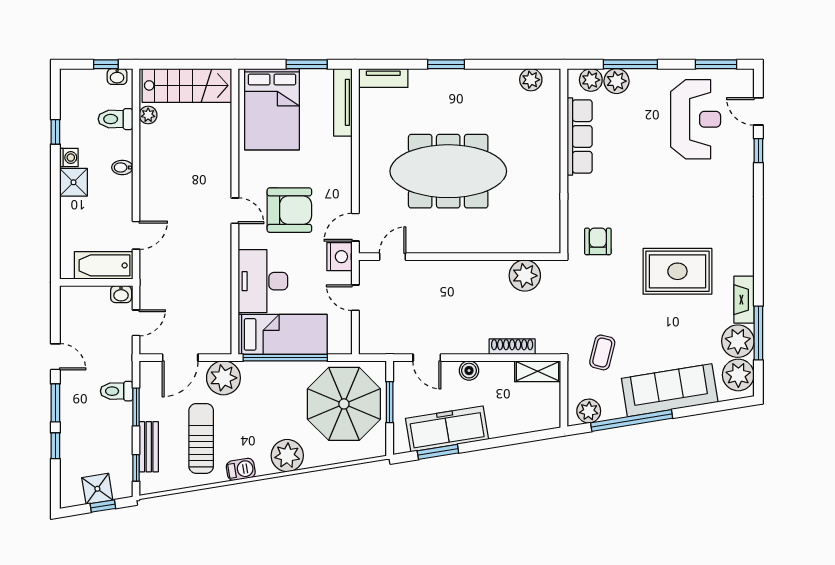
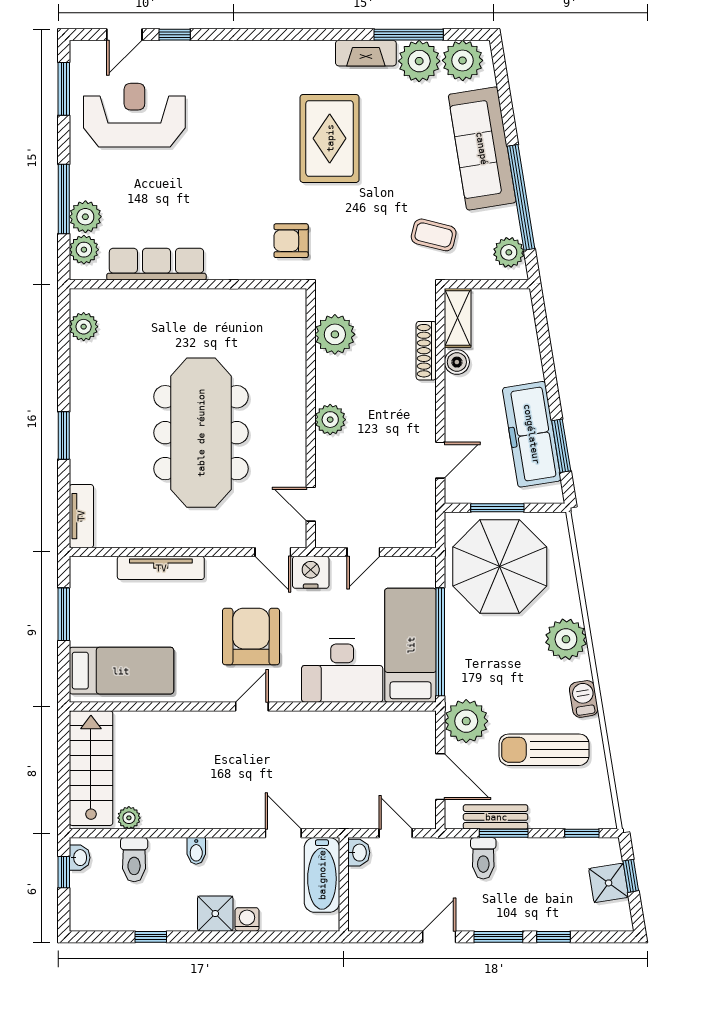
tv unit: (343, 102) -> (161, 568), moved
bed: (272, 109) -> (121, 671), width x0.67
washing machine: (69, 158) -> (247, 919), moved
plant: (458, 272) -> (330, 420), added
boiler: (469, 371) -> (457, 362), moved
bench: (149, 447) -> (496, 817), moved

